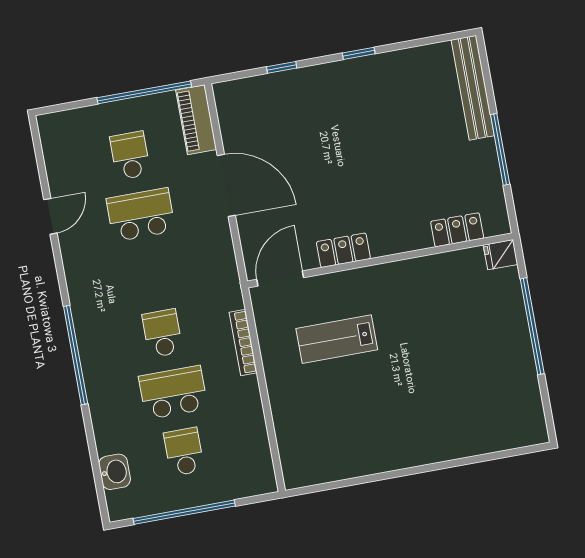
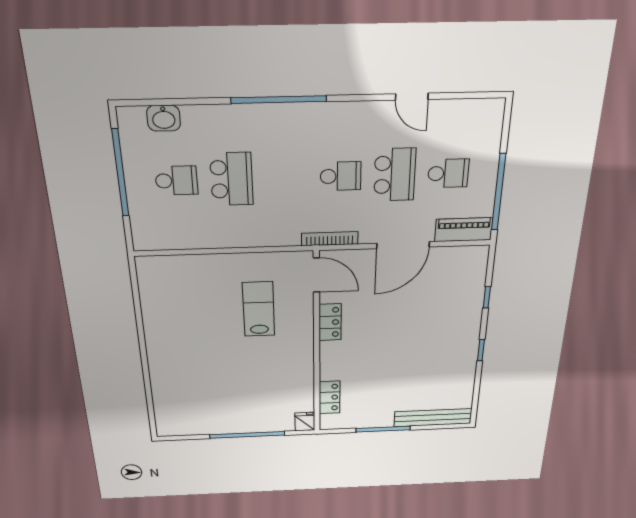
school desk: (162, 333) -> (341, 176), moved
bookcase: (243, 342) -> (330, 239), moved

